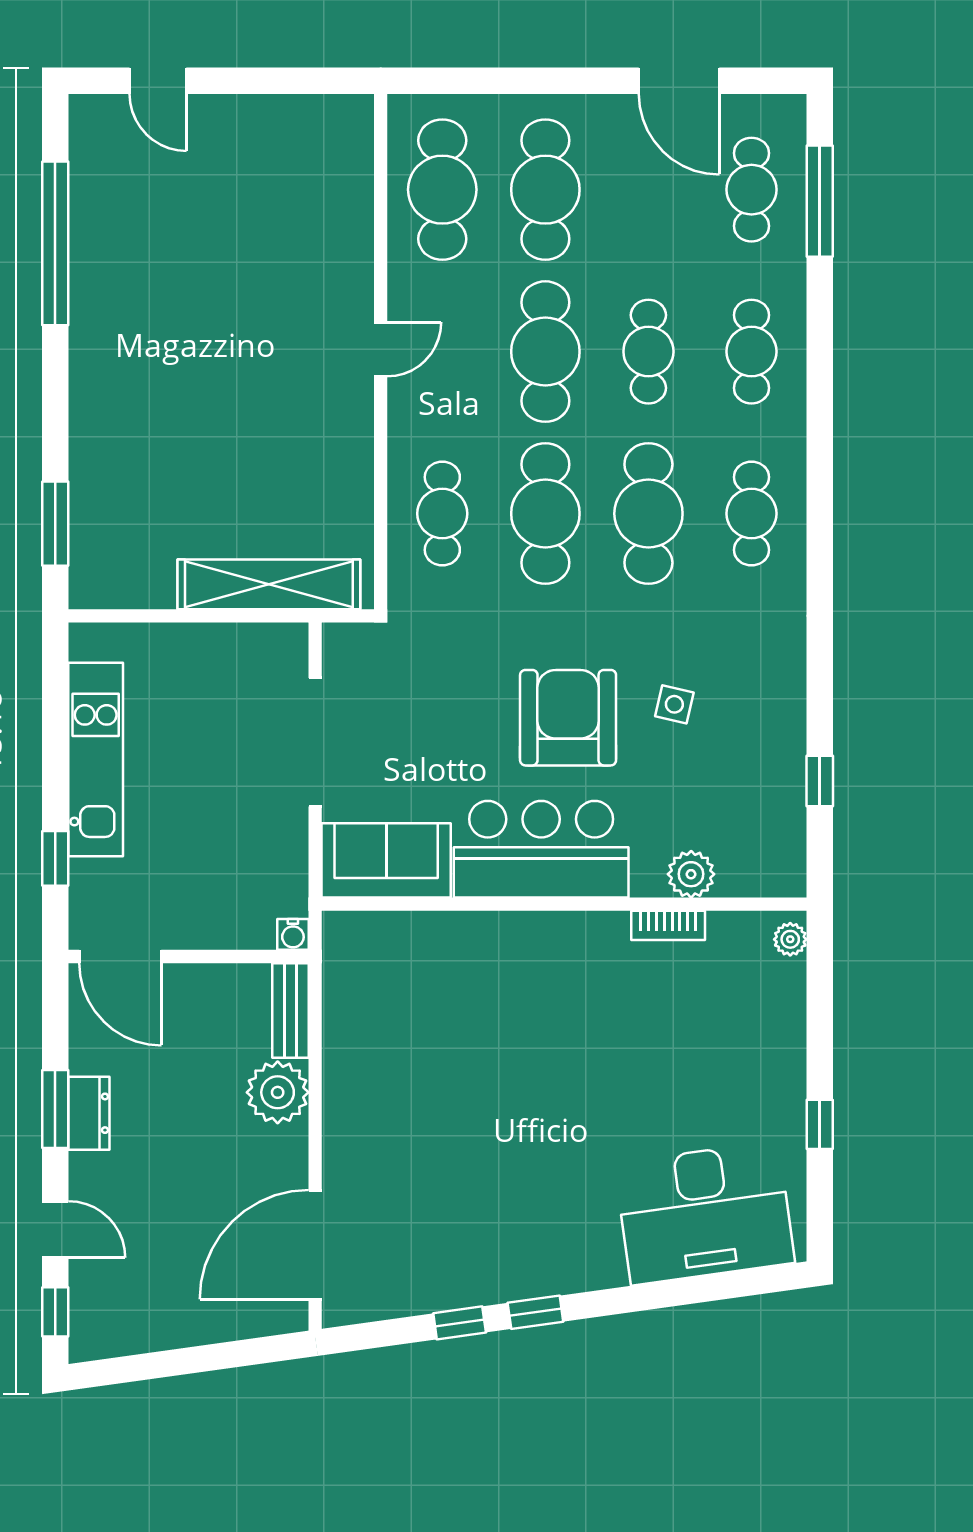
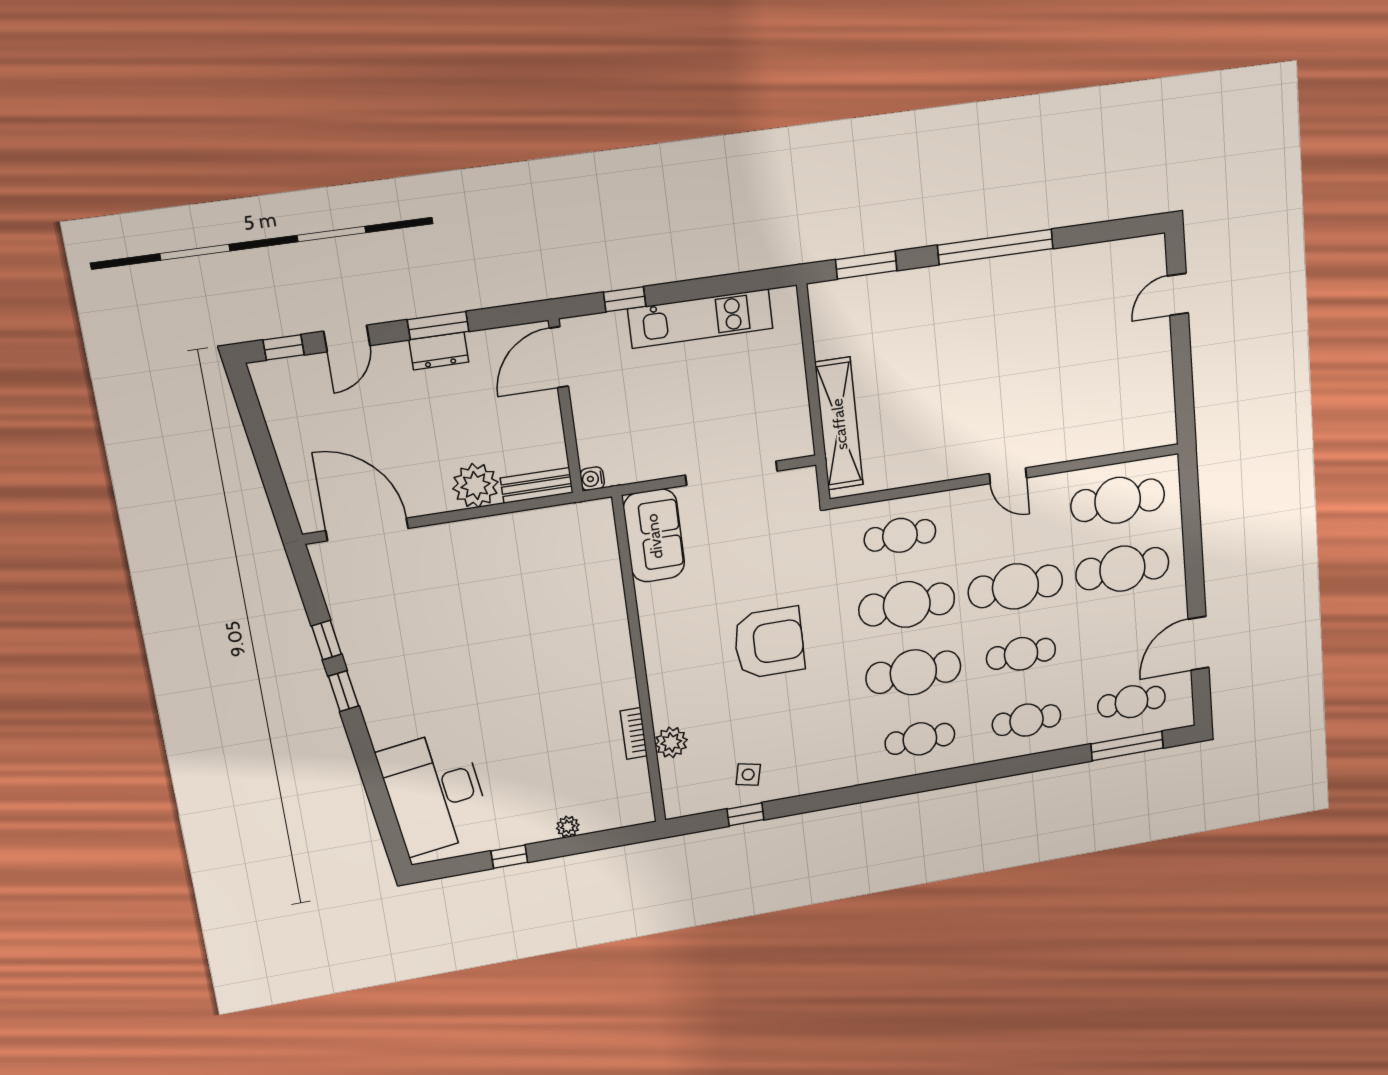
window: (55, 243) -> (995, 247), moved
side table: (674, 704) -> (748, 775), moved
bar counter: (541, 849) -> (676, 640), removed
plant: (790, 939) -> (568, 827), moved

